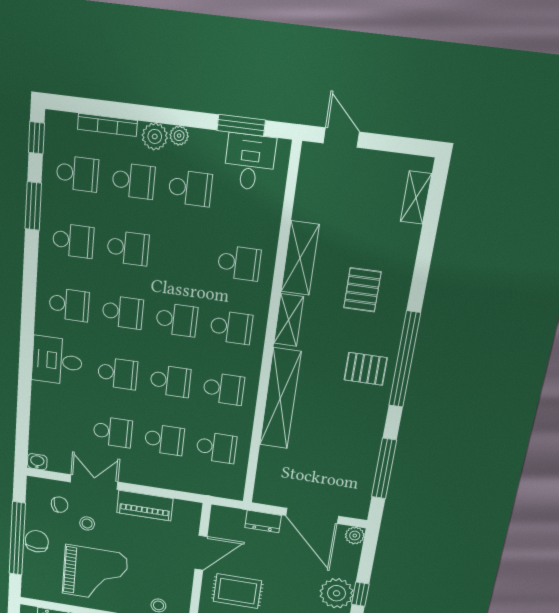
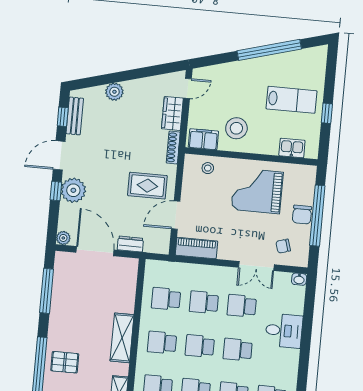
desk: (57, 361) -> (284, 331), moved
shelving: (280, 399) -> (122, 338), width x0.68
piano: (145, 506) -> (196, 248), moved
stool: (87, 523) -> (262, 232), removed

